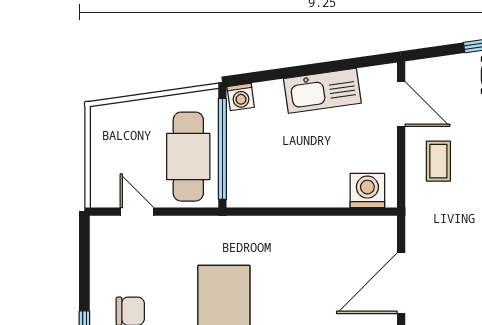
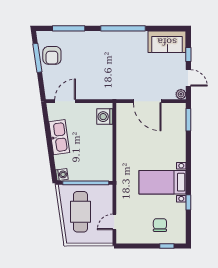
cafe table: (188, 157) -> (80, 212), moved, turned 90
coffee table: (438, 161) -> (91, 84), removed

